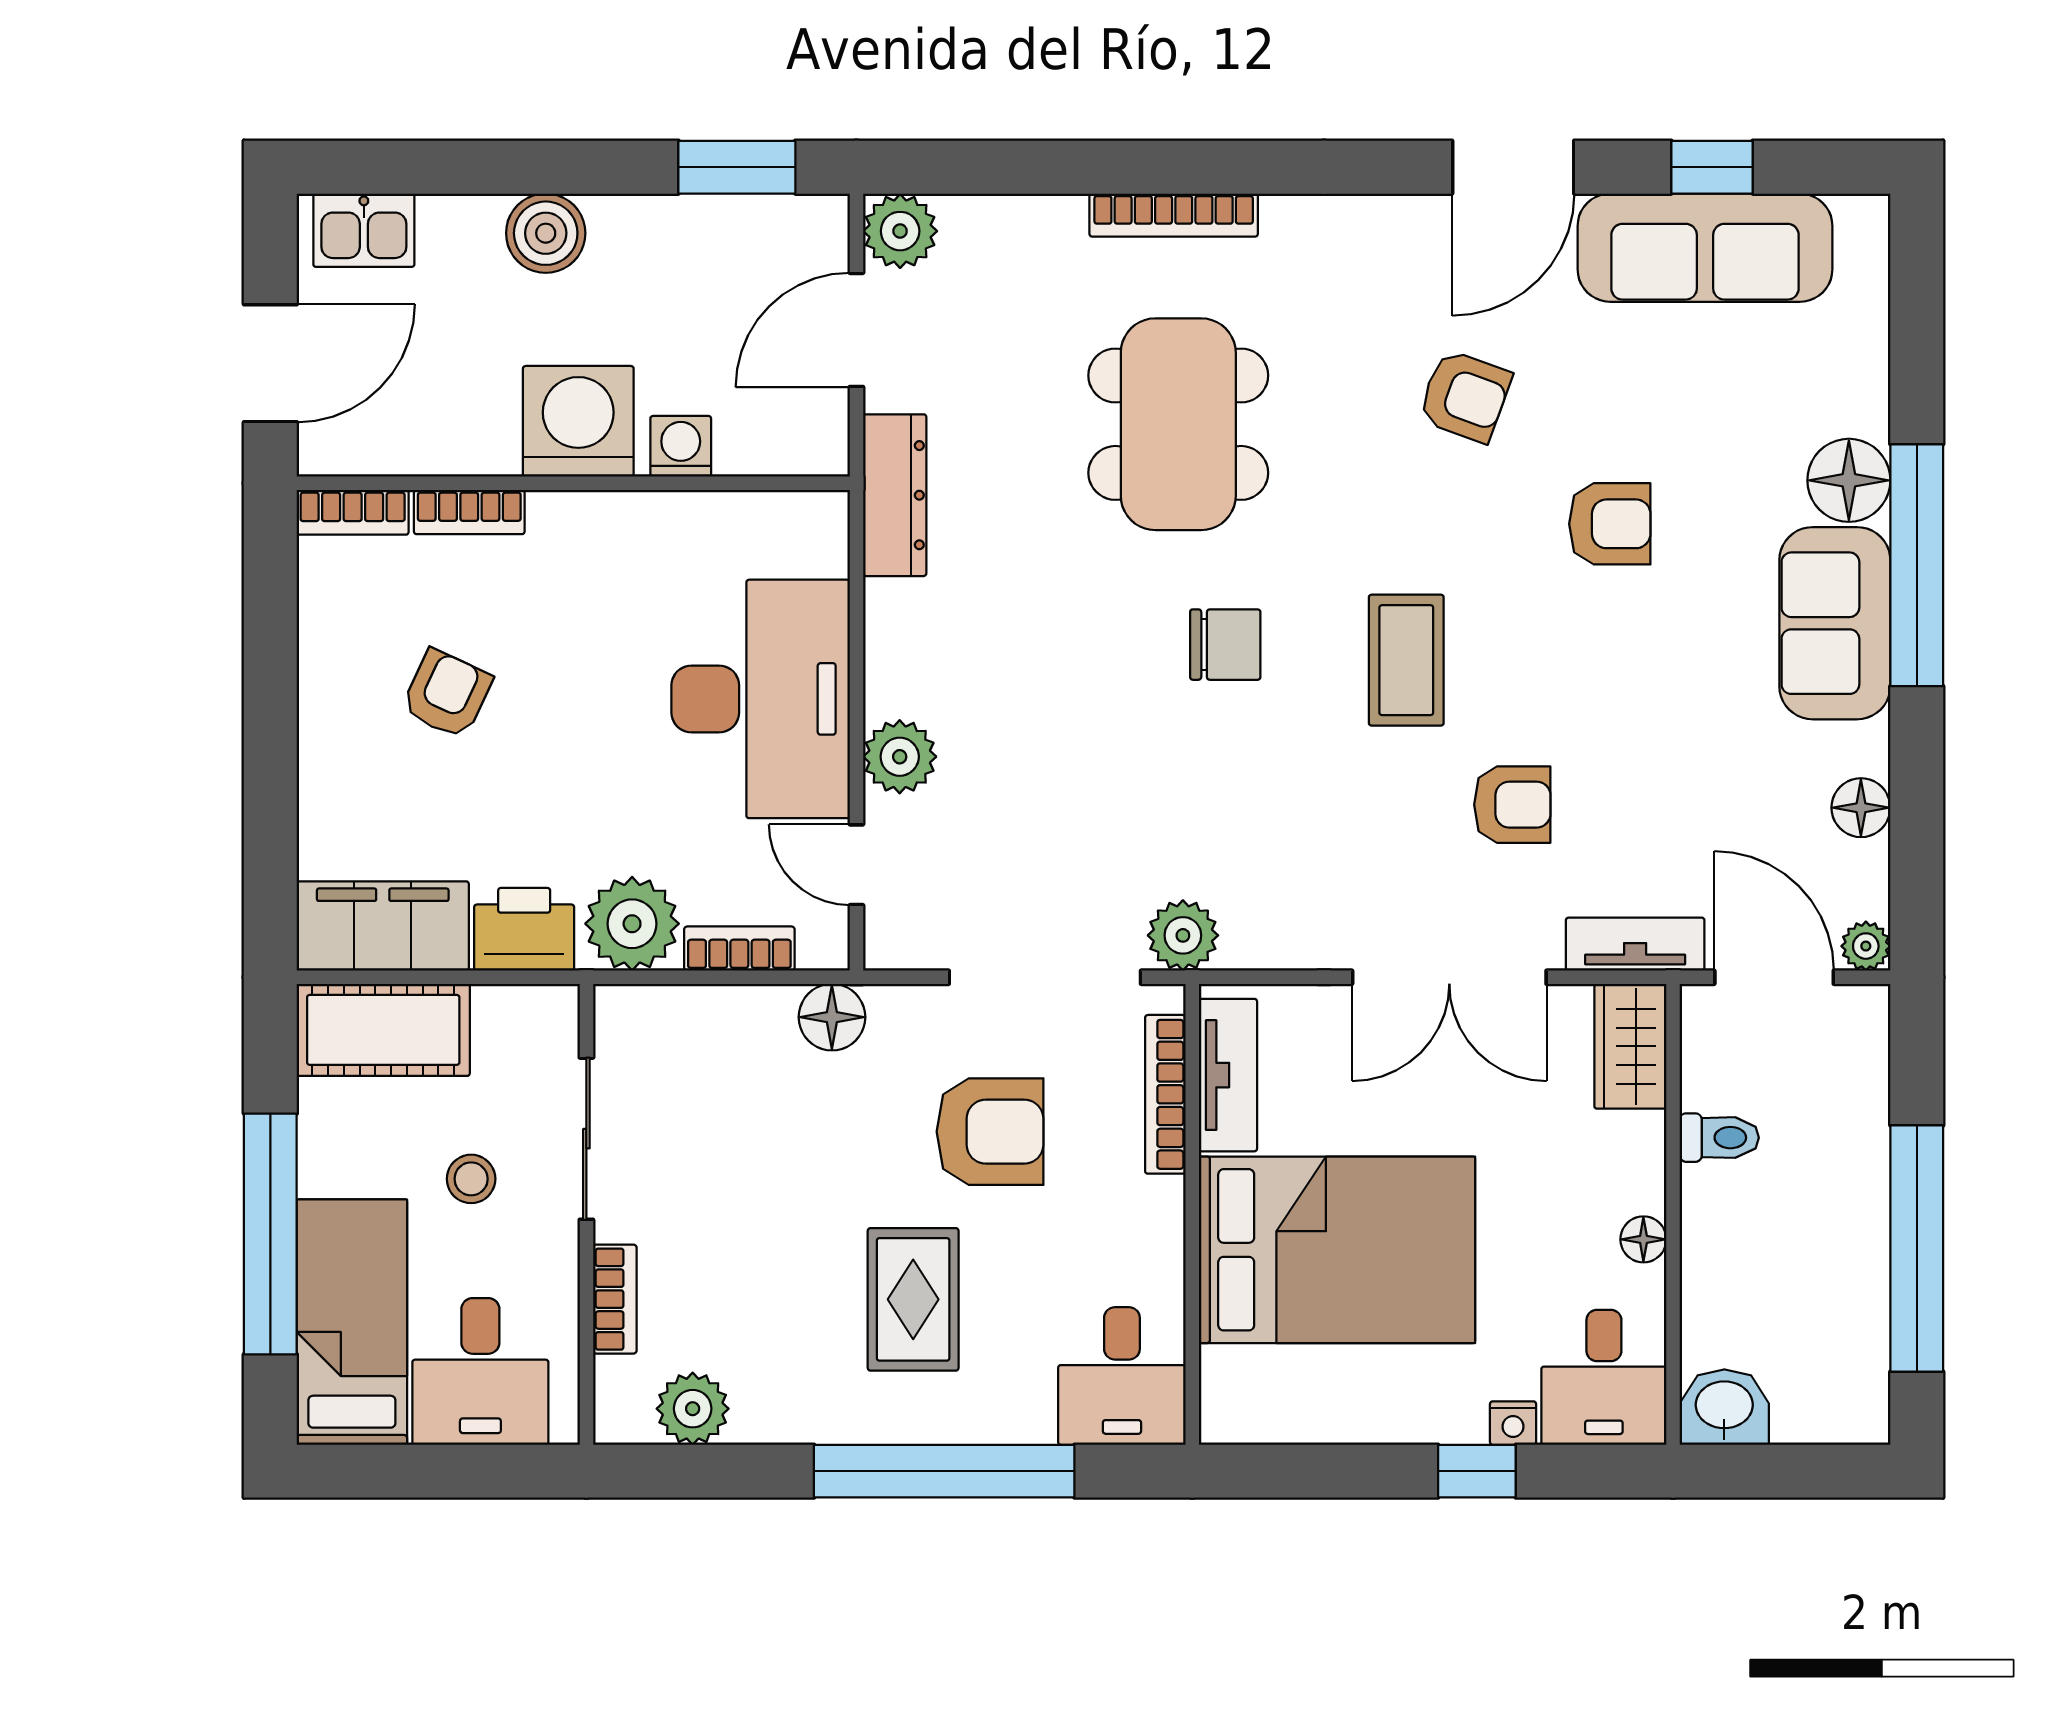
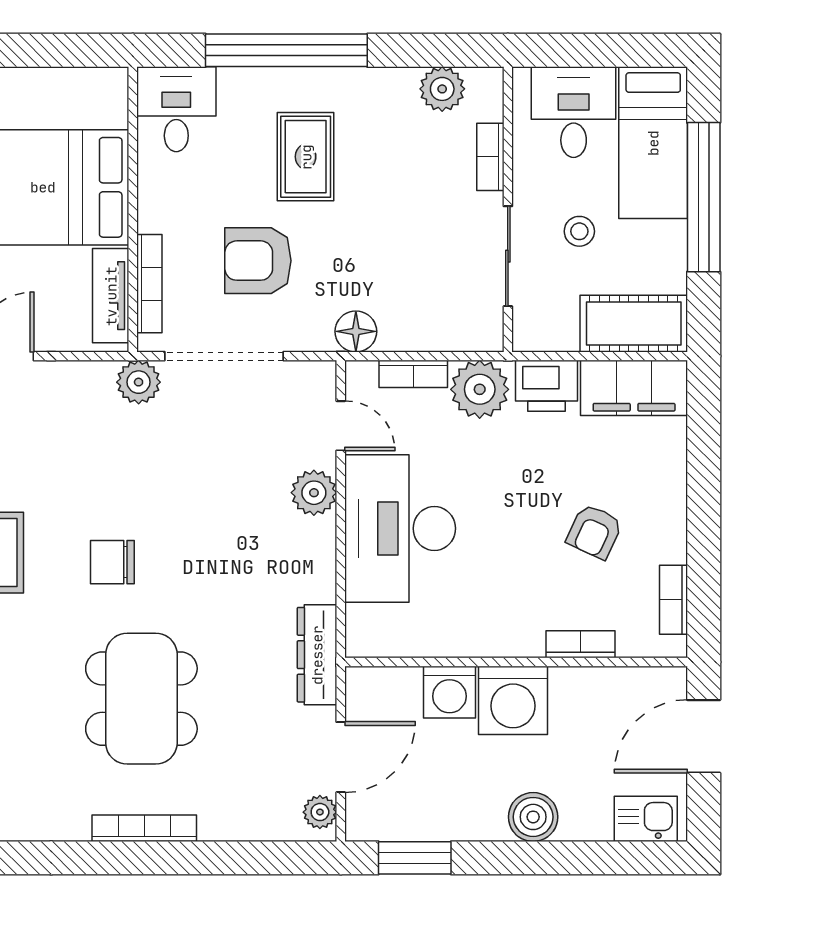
plant: (900, 231) -> (320, 812), width x0.73, depth x0.73
washing machine: (681, 446) -> (450, 692), width x1.38, depth x1.38
bookcase: (353, 512) -> (674, 600), moved, turned -90

